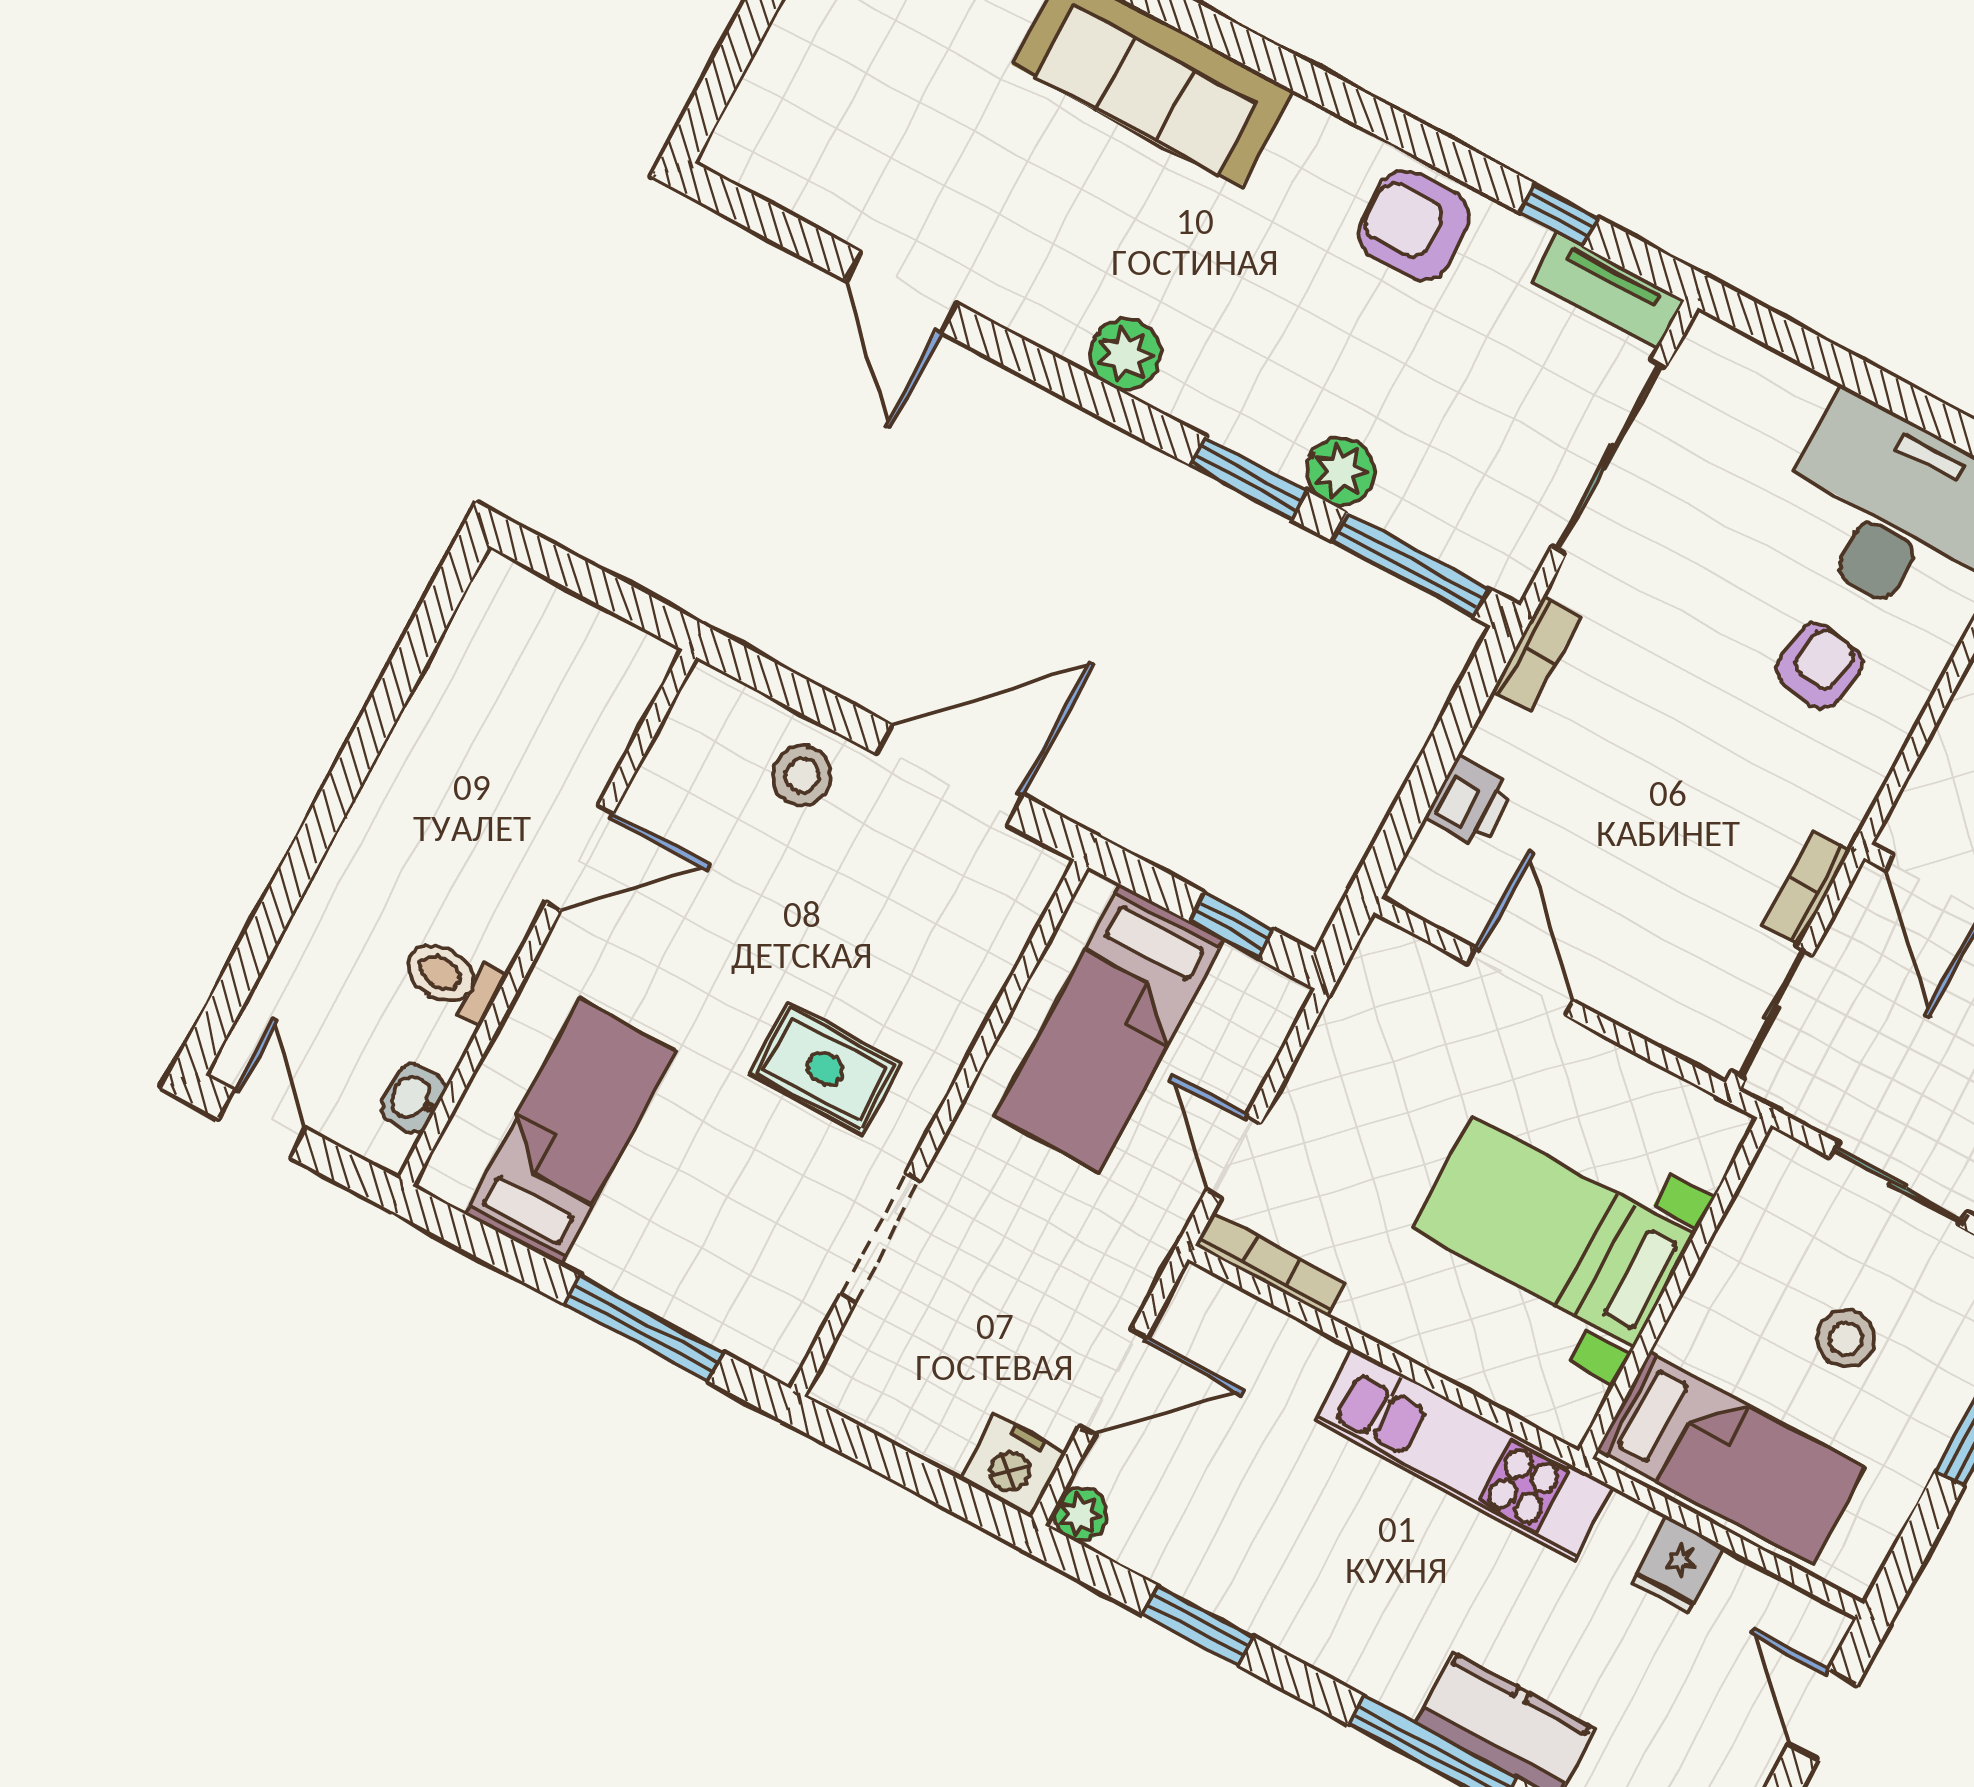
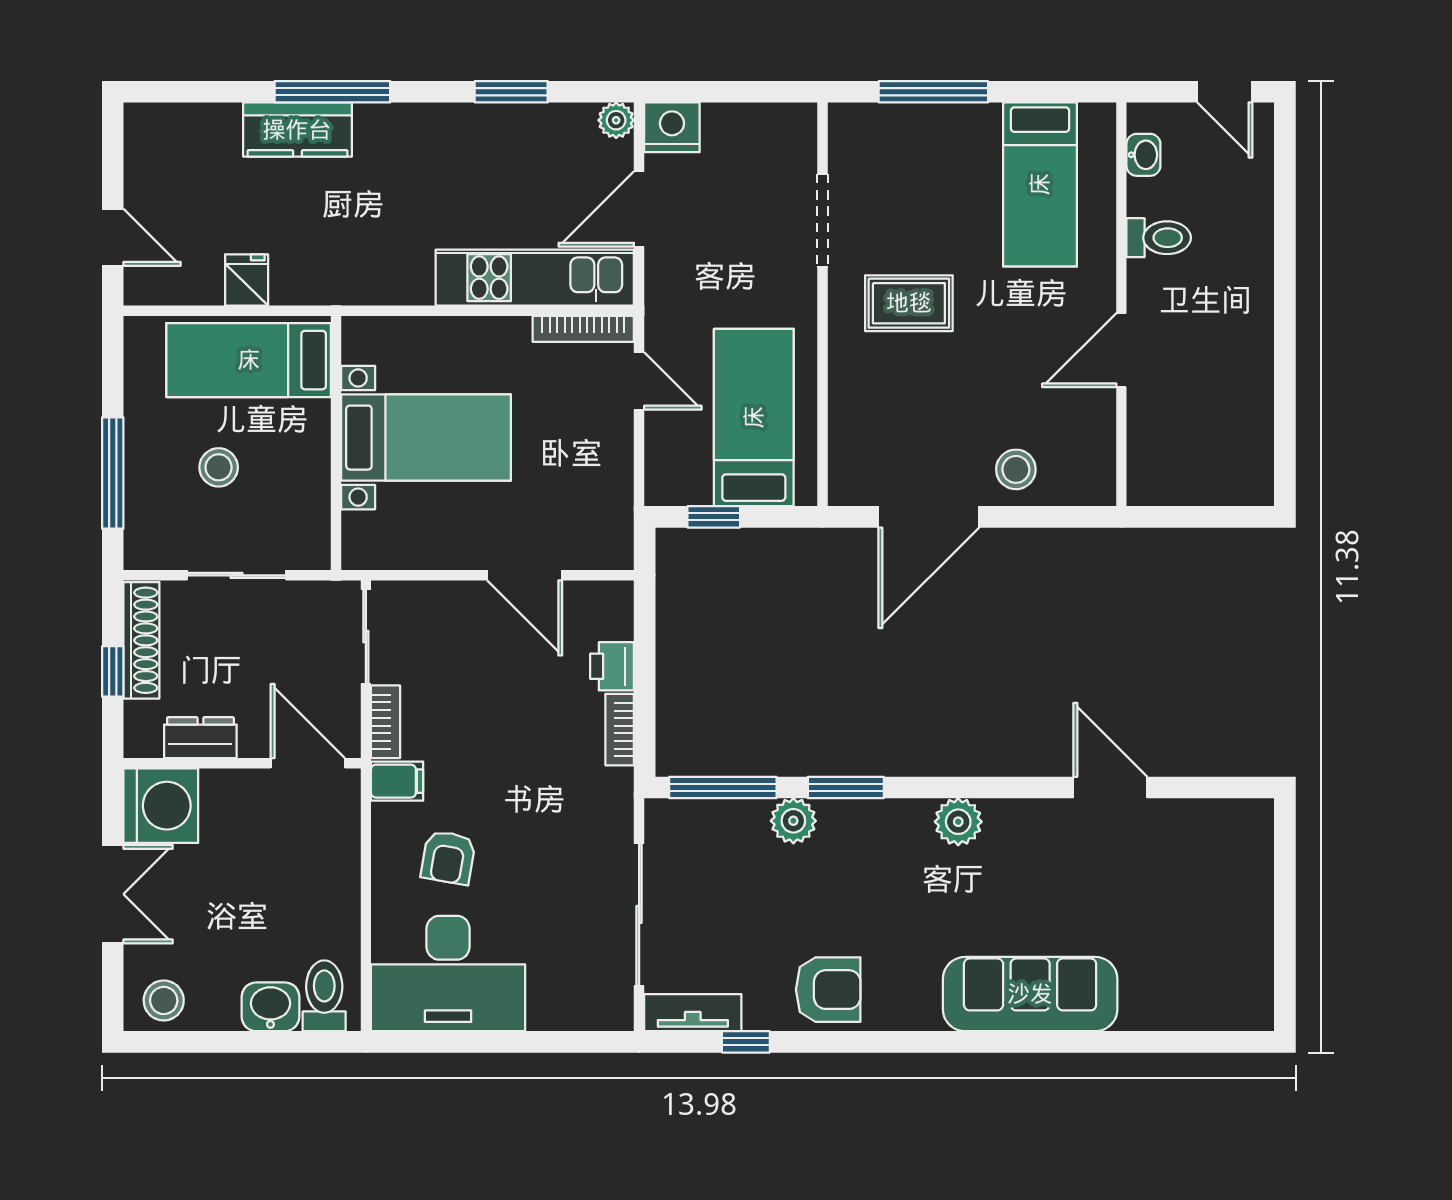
bookcase: (1536, 654) -> (620, 730), moved
filing cabinet: (1832, 802) -> (397, 781), added
kitchen unit: (1464, 1454) -> (535, 278), moved

